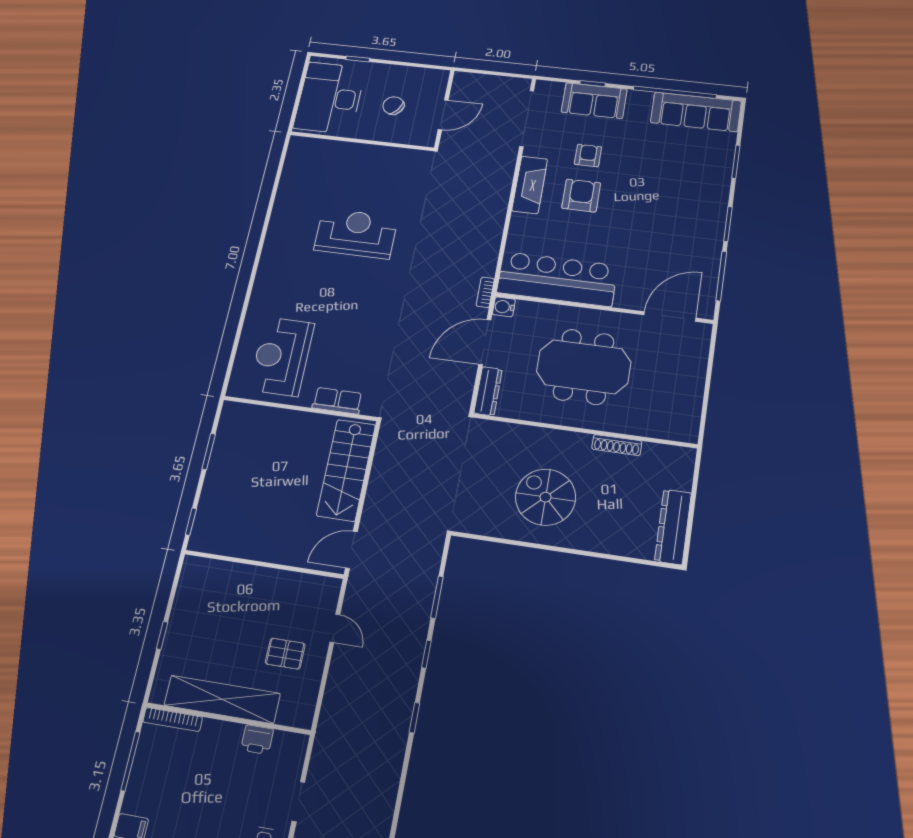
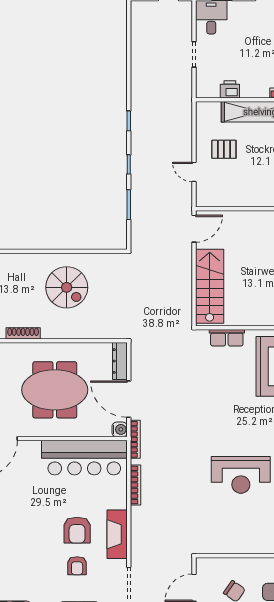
bookcase: (495, 238) -> (136, 485), added
bookcase: (485, 292) -> (135, 439), width x1.56
door: (485, 342) -> (129, 399), swing flipped

